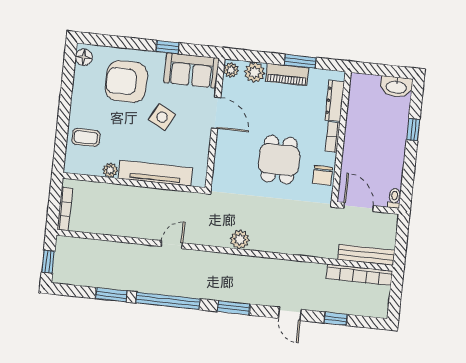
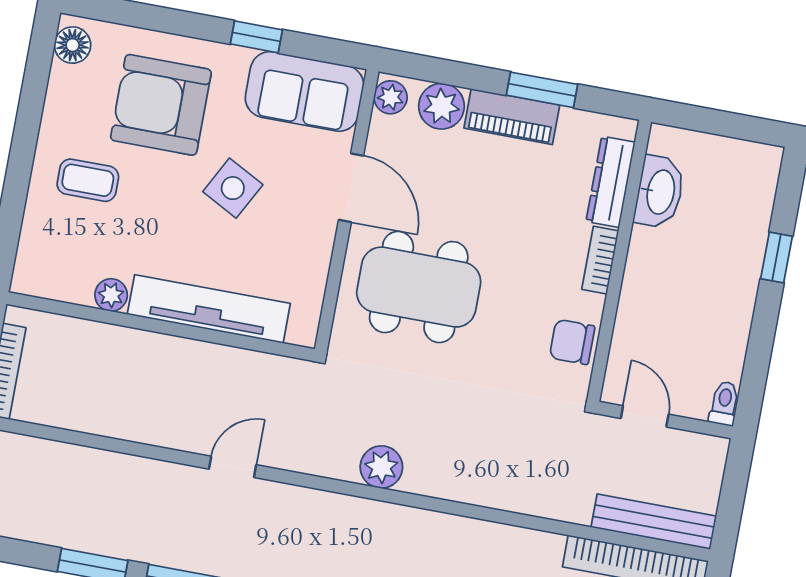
washbasin: (396, 87) -> (659, 192), moved, turned -90
coffee table: (86, 137) -> (88, 180), moved
dining table: (279, 160) -> (419, 287), moved, width x1.38
chair: (323, 175) -> (572, 342), turned 90
door: (358, 207) -> (645, 416), width x0.73

